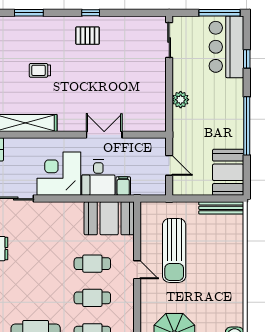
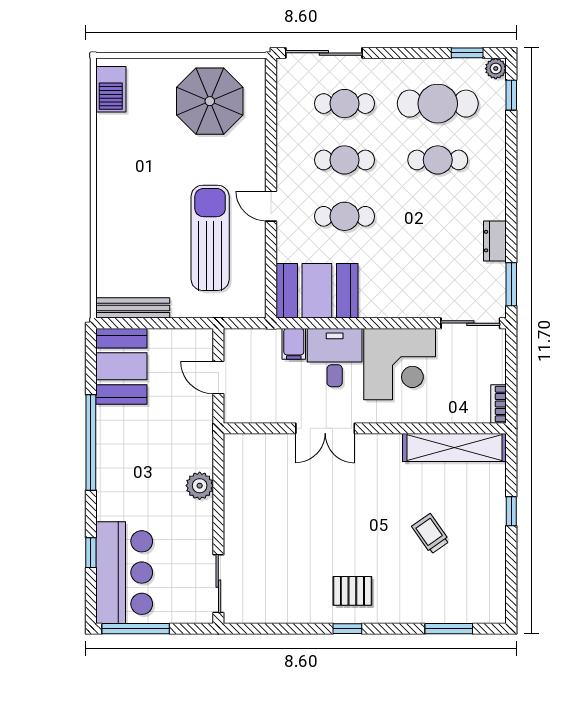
trolley: (40, 70) -> (431, 534), turned -125
cafe table: (36, 298) -> (438, 160), added

